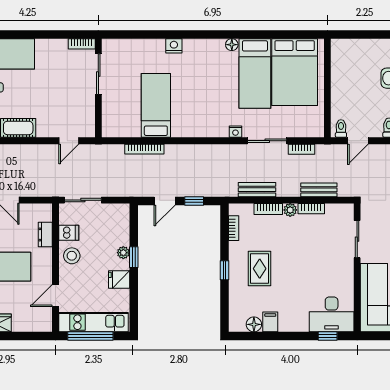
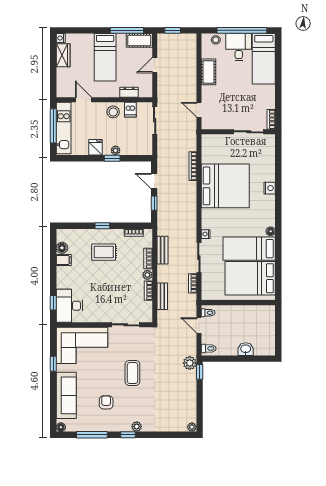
bed: (156, 105) -> (225, 186), width x2.04

